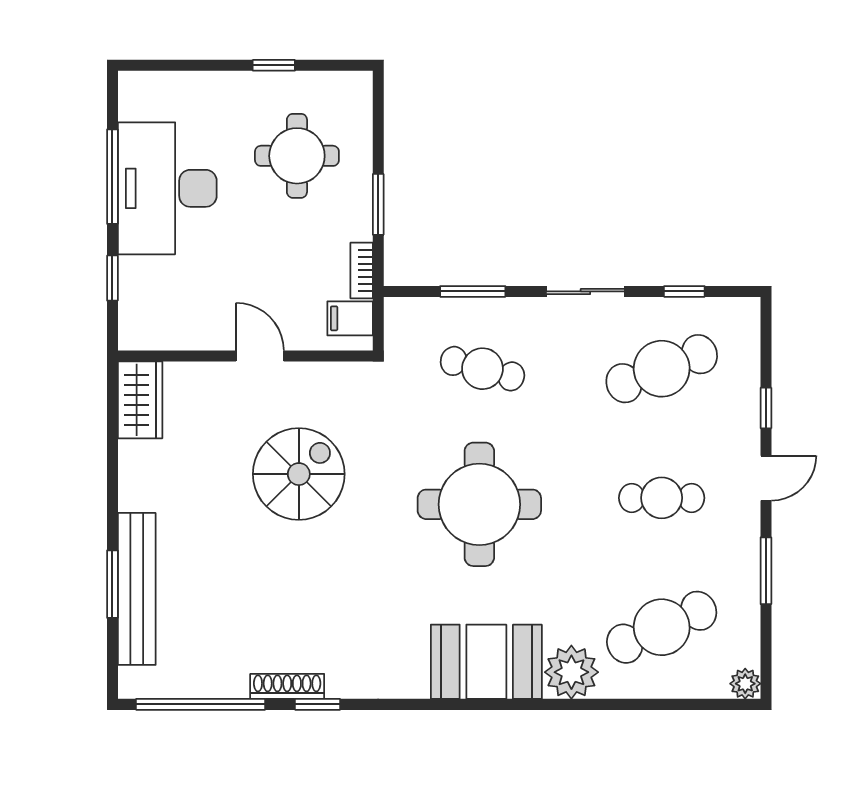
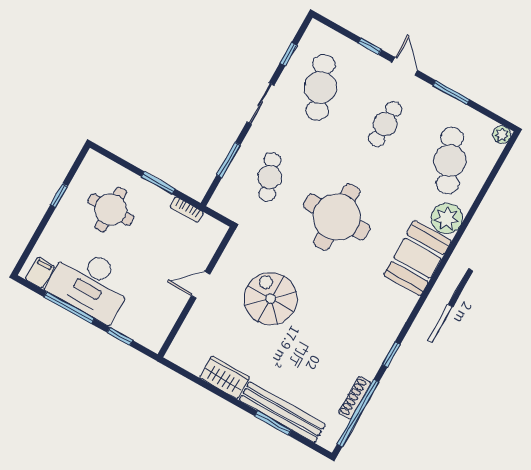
filing cabinet: (350, 318) -> (40, 273), moved, turned 180
cafe table: (482, 369) -> (270, 177), turned -36
wardrobe: (140, 400) -> (224, 377), moved
shoe rack: (287, 686) -> (355, 398), moved

